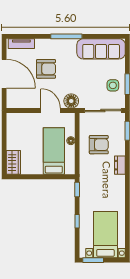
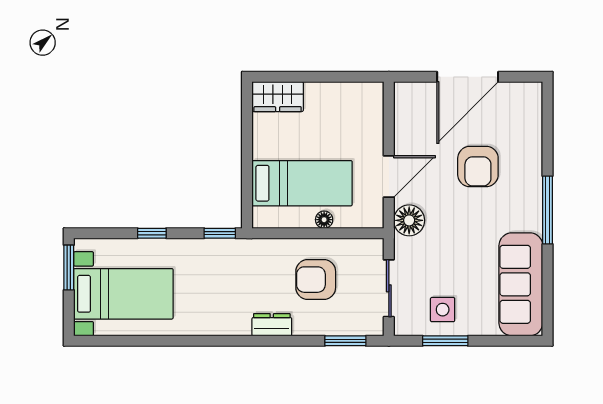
tv unit: (21, 44) -> (532, 114), removed
sliding door: (103, 111) -> (389, 288), width x0.73
armchair: (99, 145) -> (316, 280), turned 90

